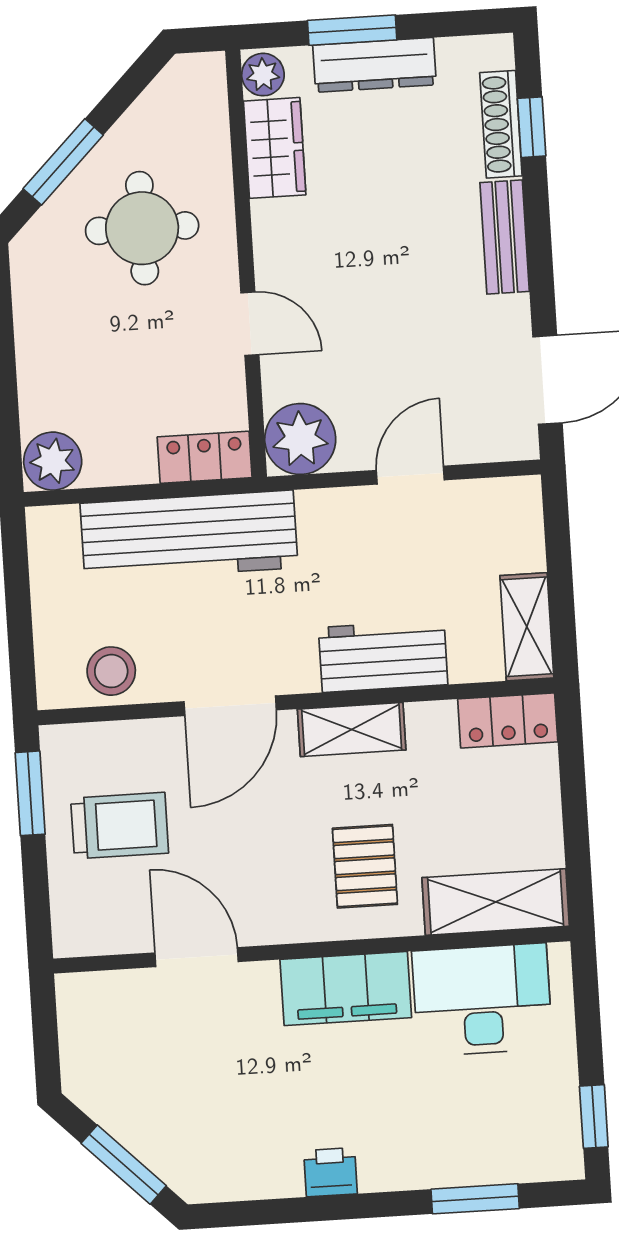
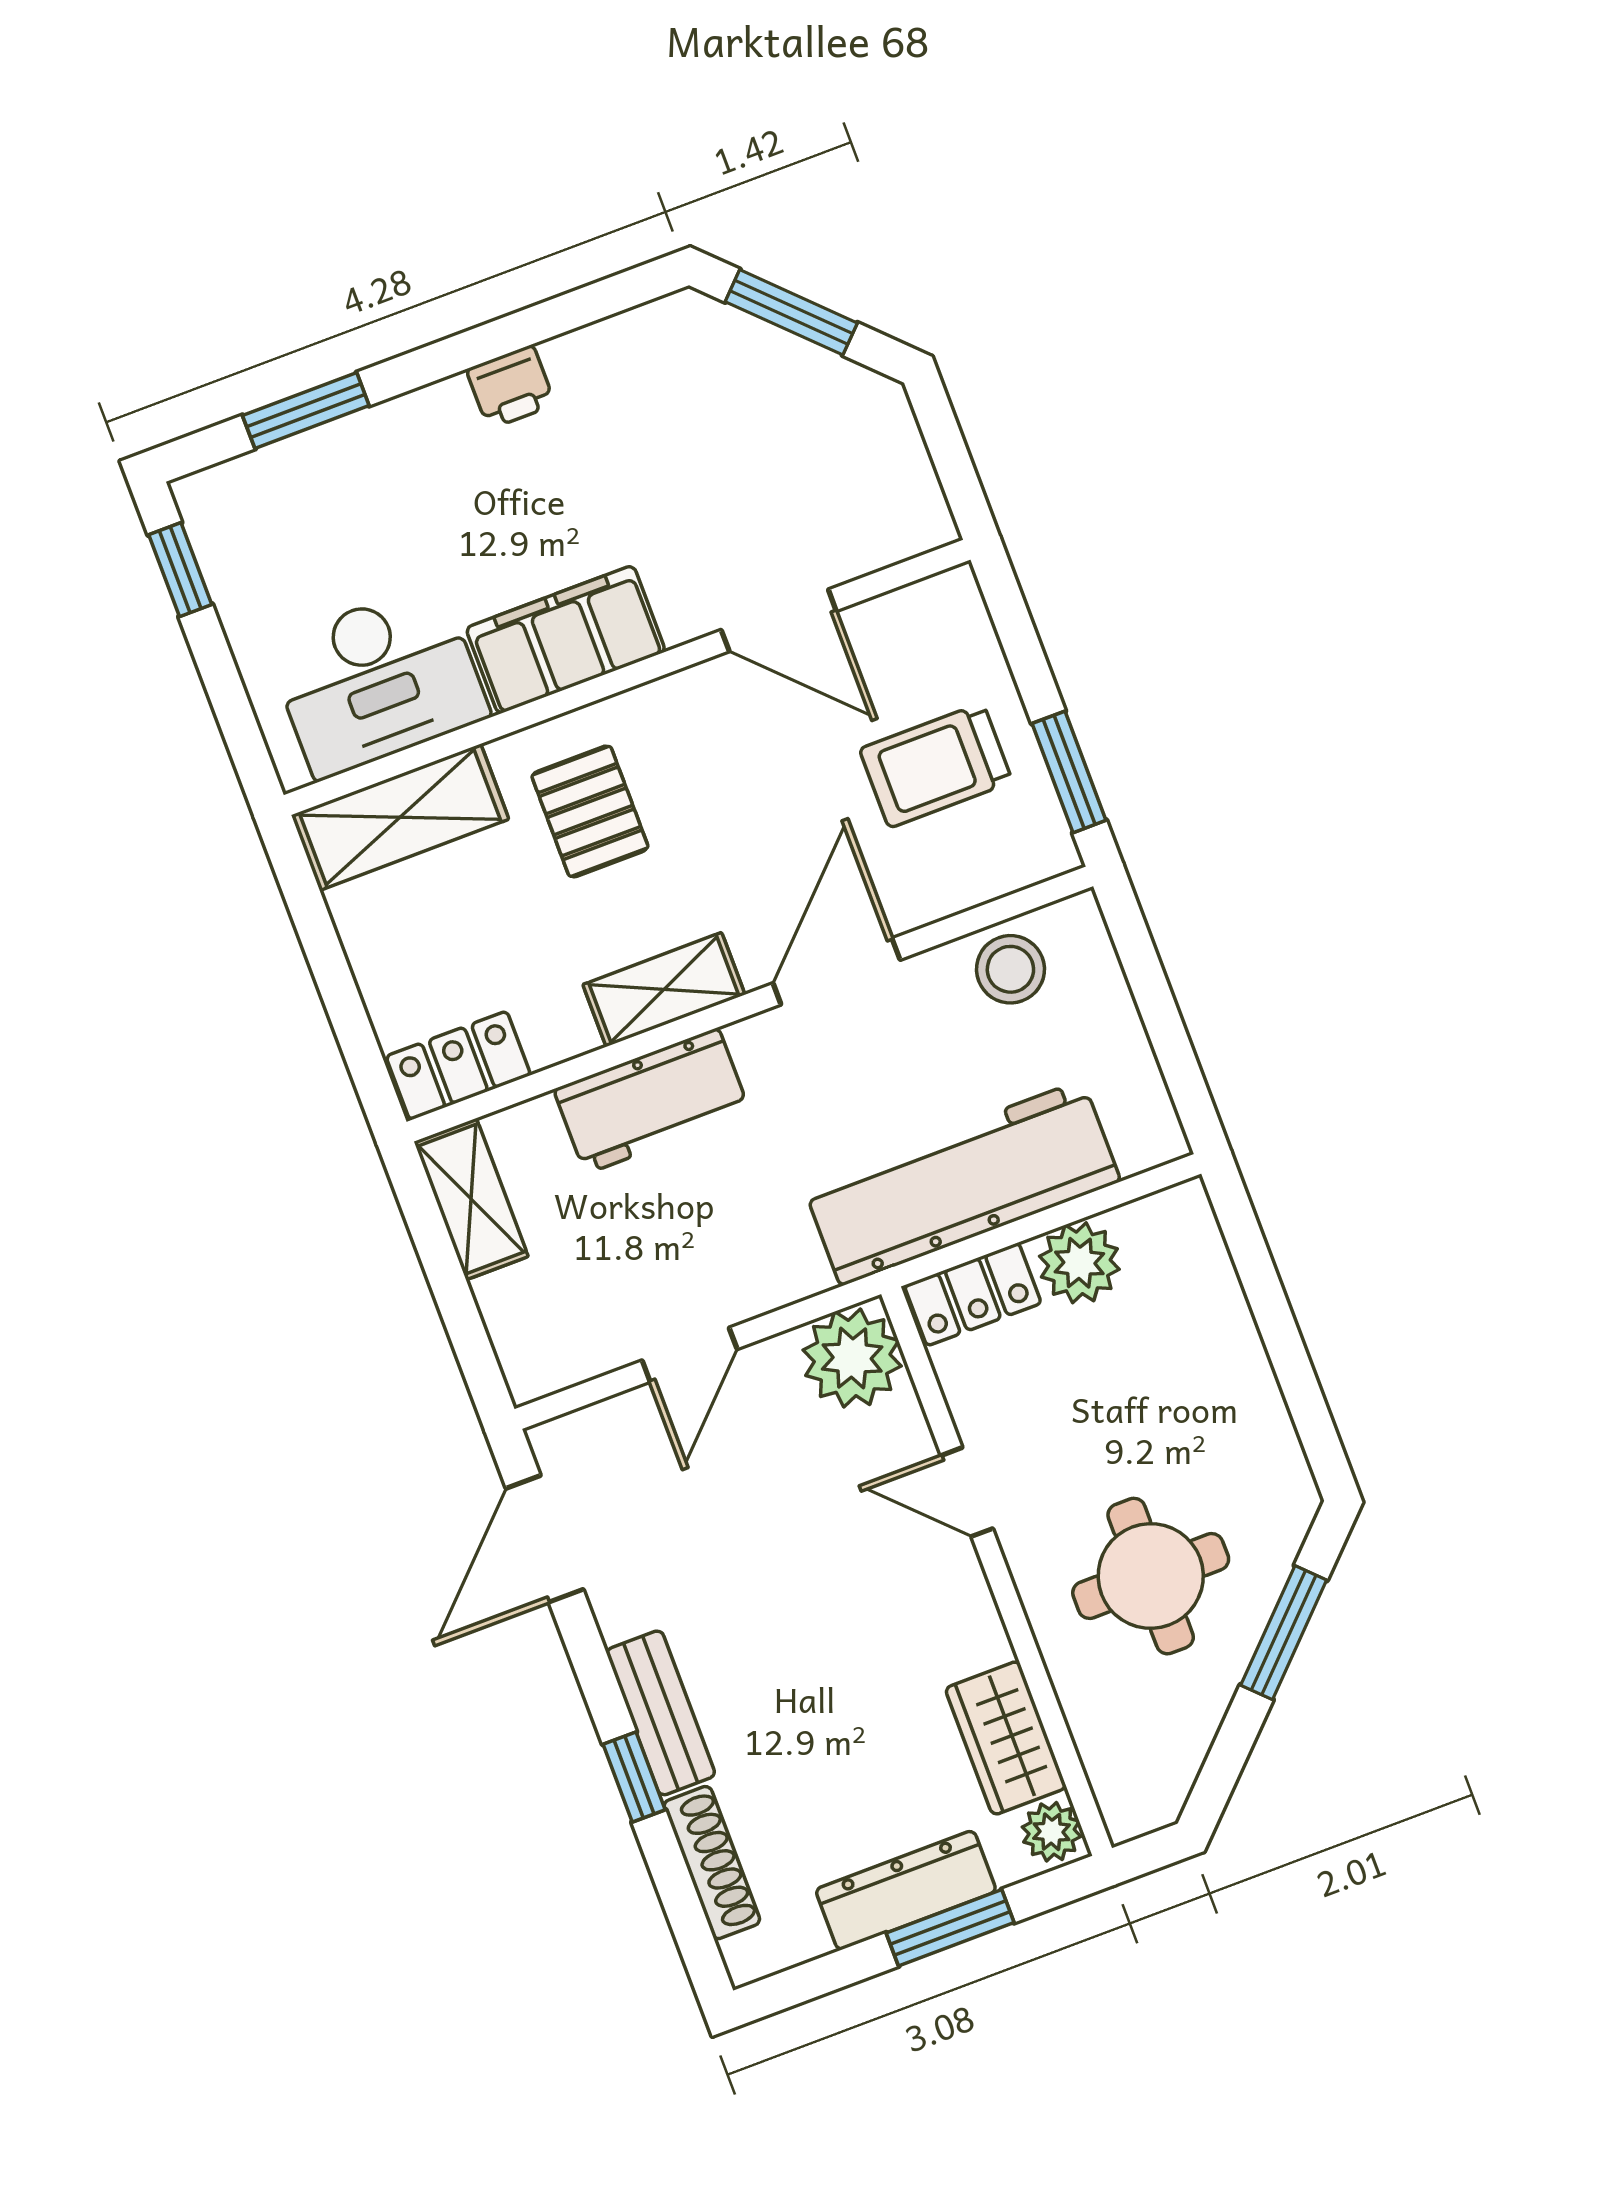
window: (532, 127) -> (634, 1777), moved
plant: (53, 461) -> (1079, 1263), moved

